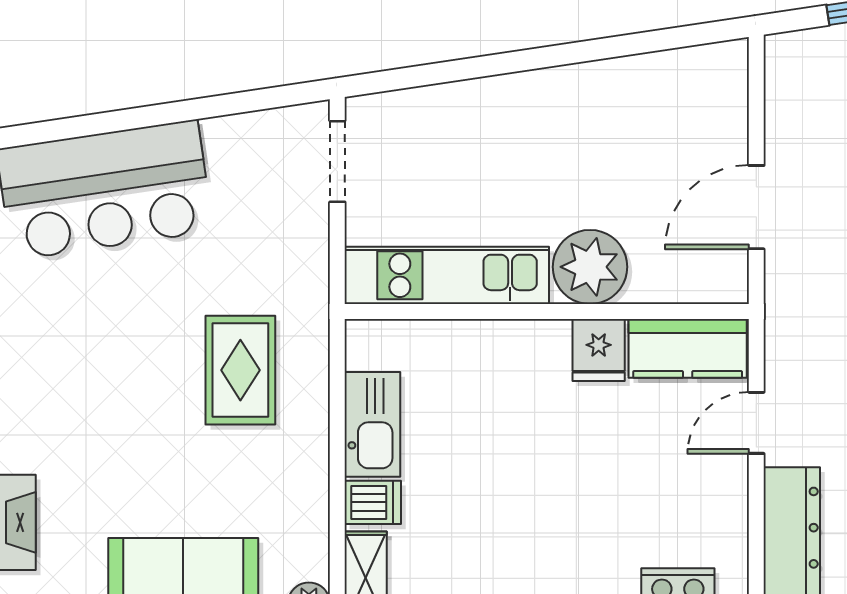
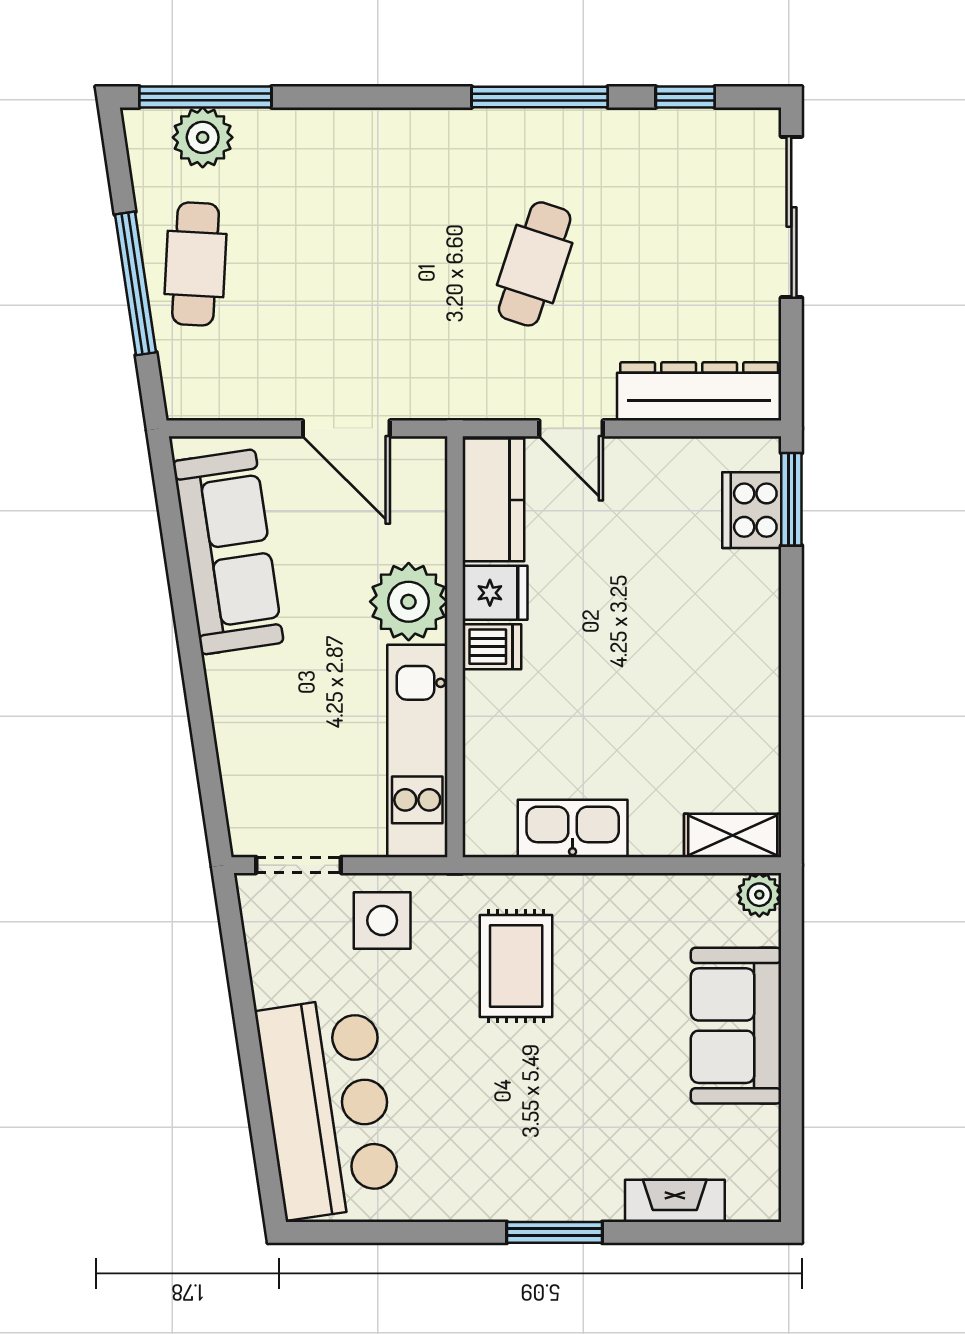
sofa: (638, 94) -> (228, 552), added
side table: (284, 242) -> (382, 920), added
rug: (240, 370) -> (516, 966), turned 90
dishwasher: (373, 502) -> (492, 647), moved, turned 90

